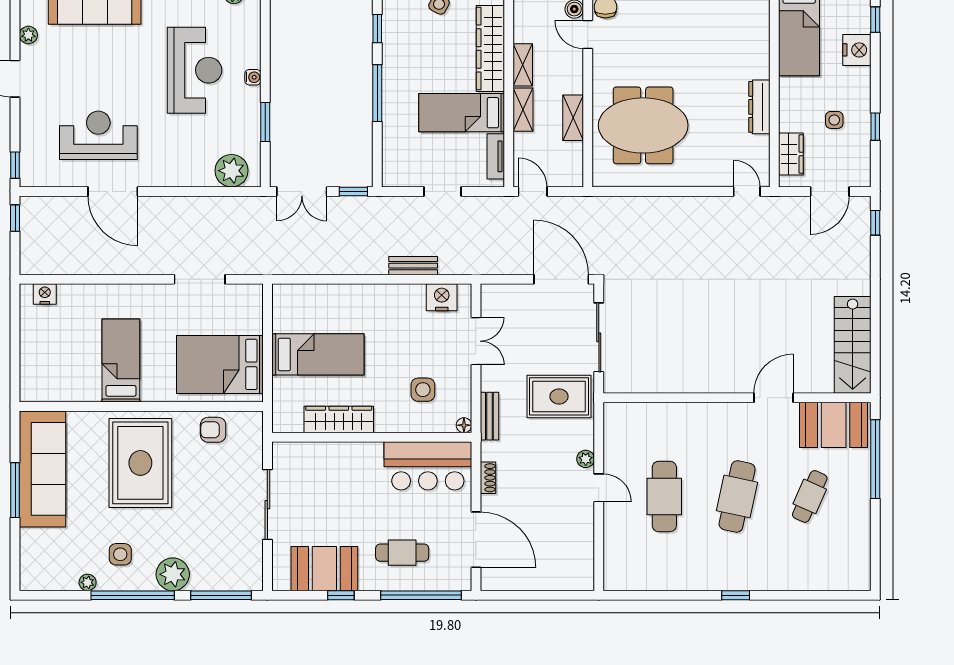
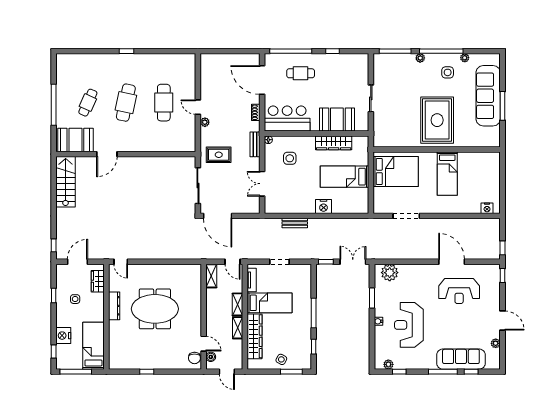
shelving: (573, 118) -> (211, 276), moved
meeting table: (643, 125) -> (155, 309), moved
nightstand: (442, 297) -> (323, 206), moved
rug: (559, 396) -> (219, 155), width x0.73, depth x0.70
armchair: (213, 430) -> (399, 137), removed
window: (875, 459) -> (54, 105), moved
sofa: (43, 469) -> (488, 96), moved
sliding door: (267, 505) -> (371, 98), width x0.73
booth: (324, 569) -> (337, 120), moved
plant: (173, 574) -> (420, 58), width x0.53, depth x0.53

